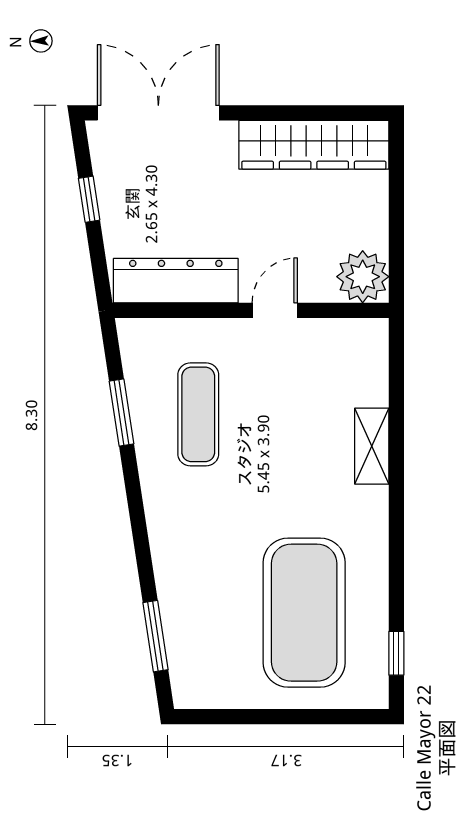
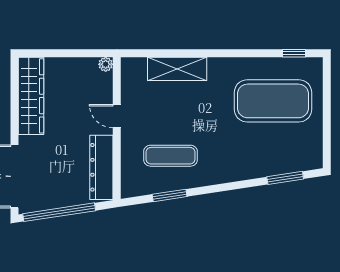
window: (89, 199) -> (59, 212), width x3.17
plant: (363, 277) -> (106, 64), width x0.53, depth x0.53
shelving: (372, 446) -> (177, 69), width x1.50, depth x1.33

